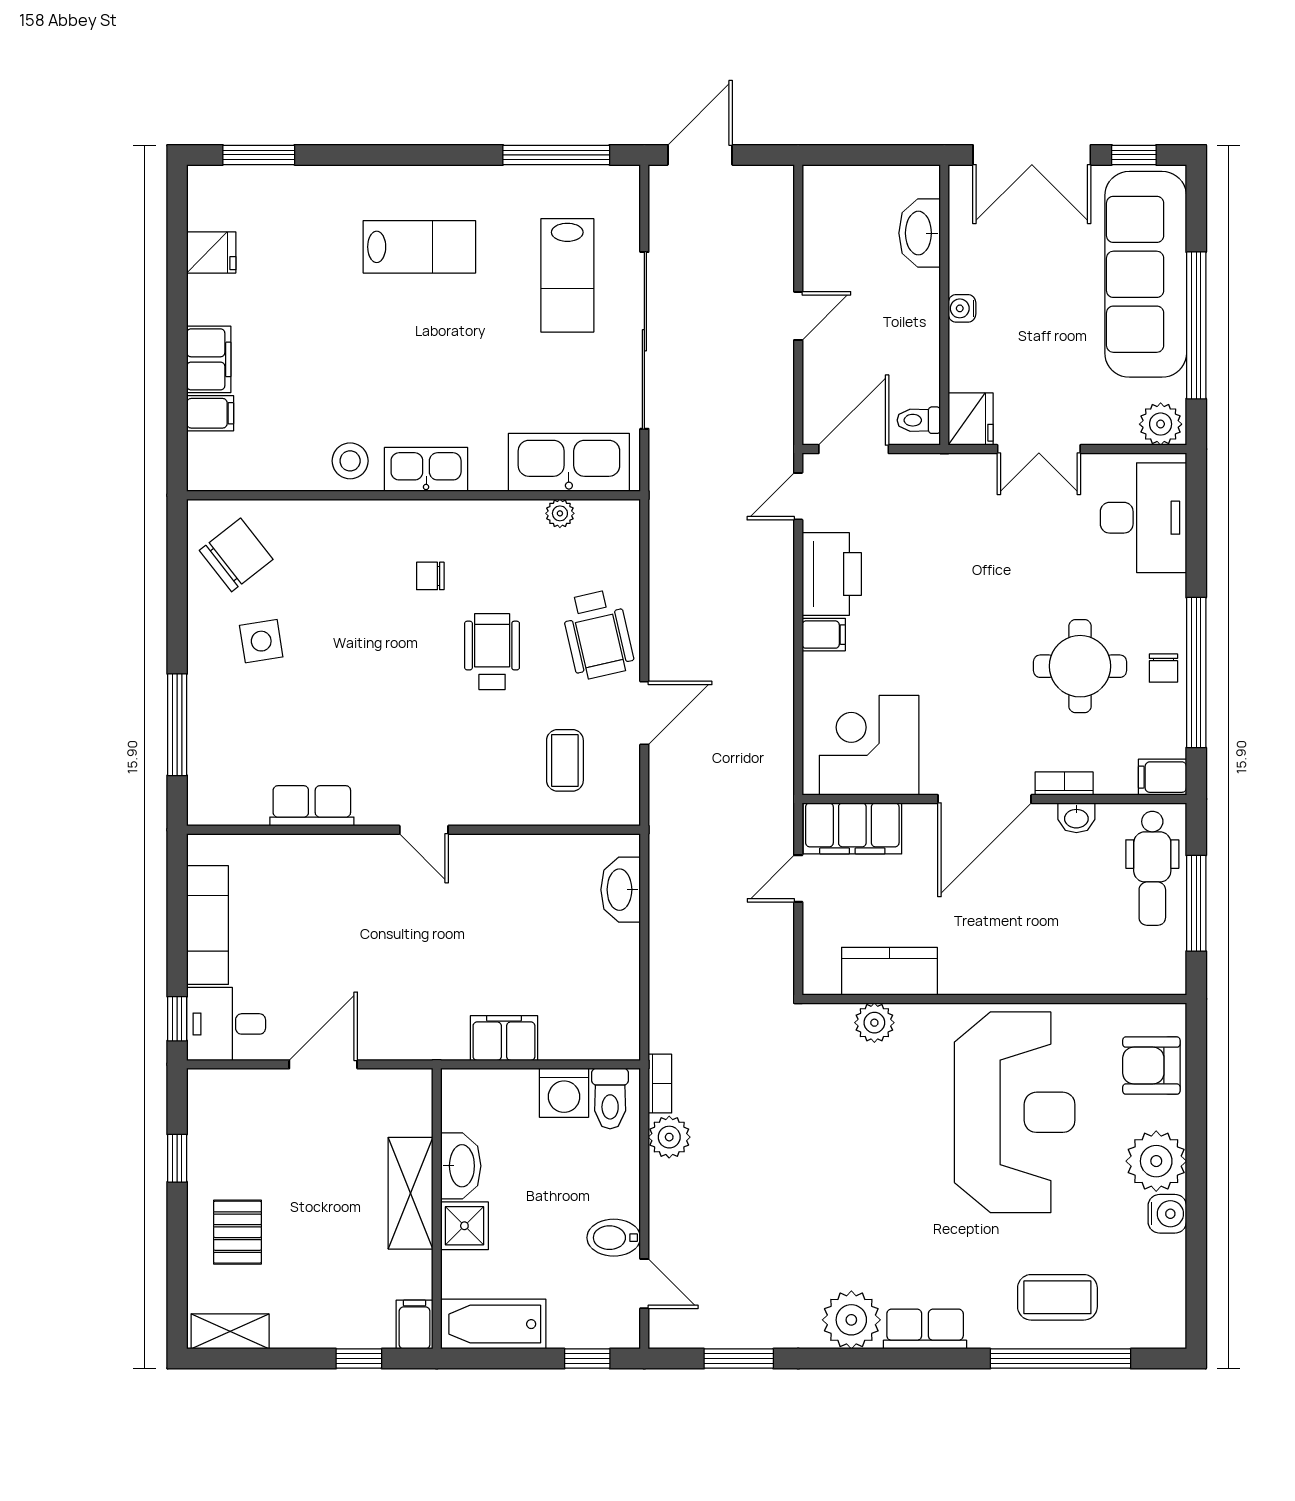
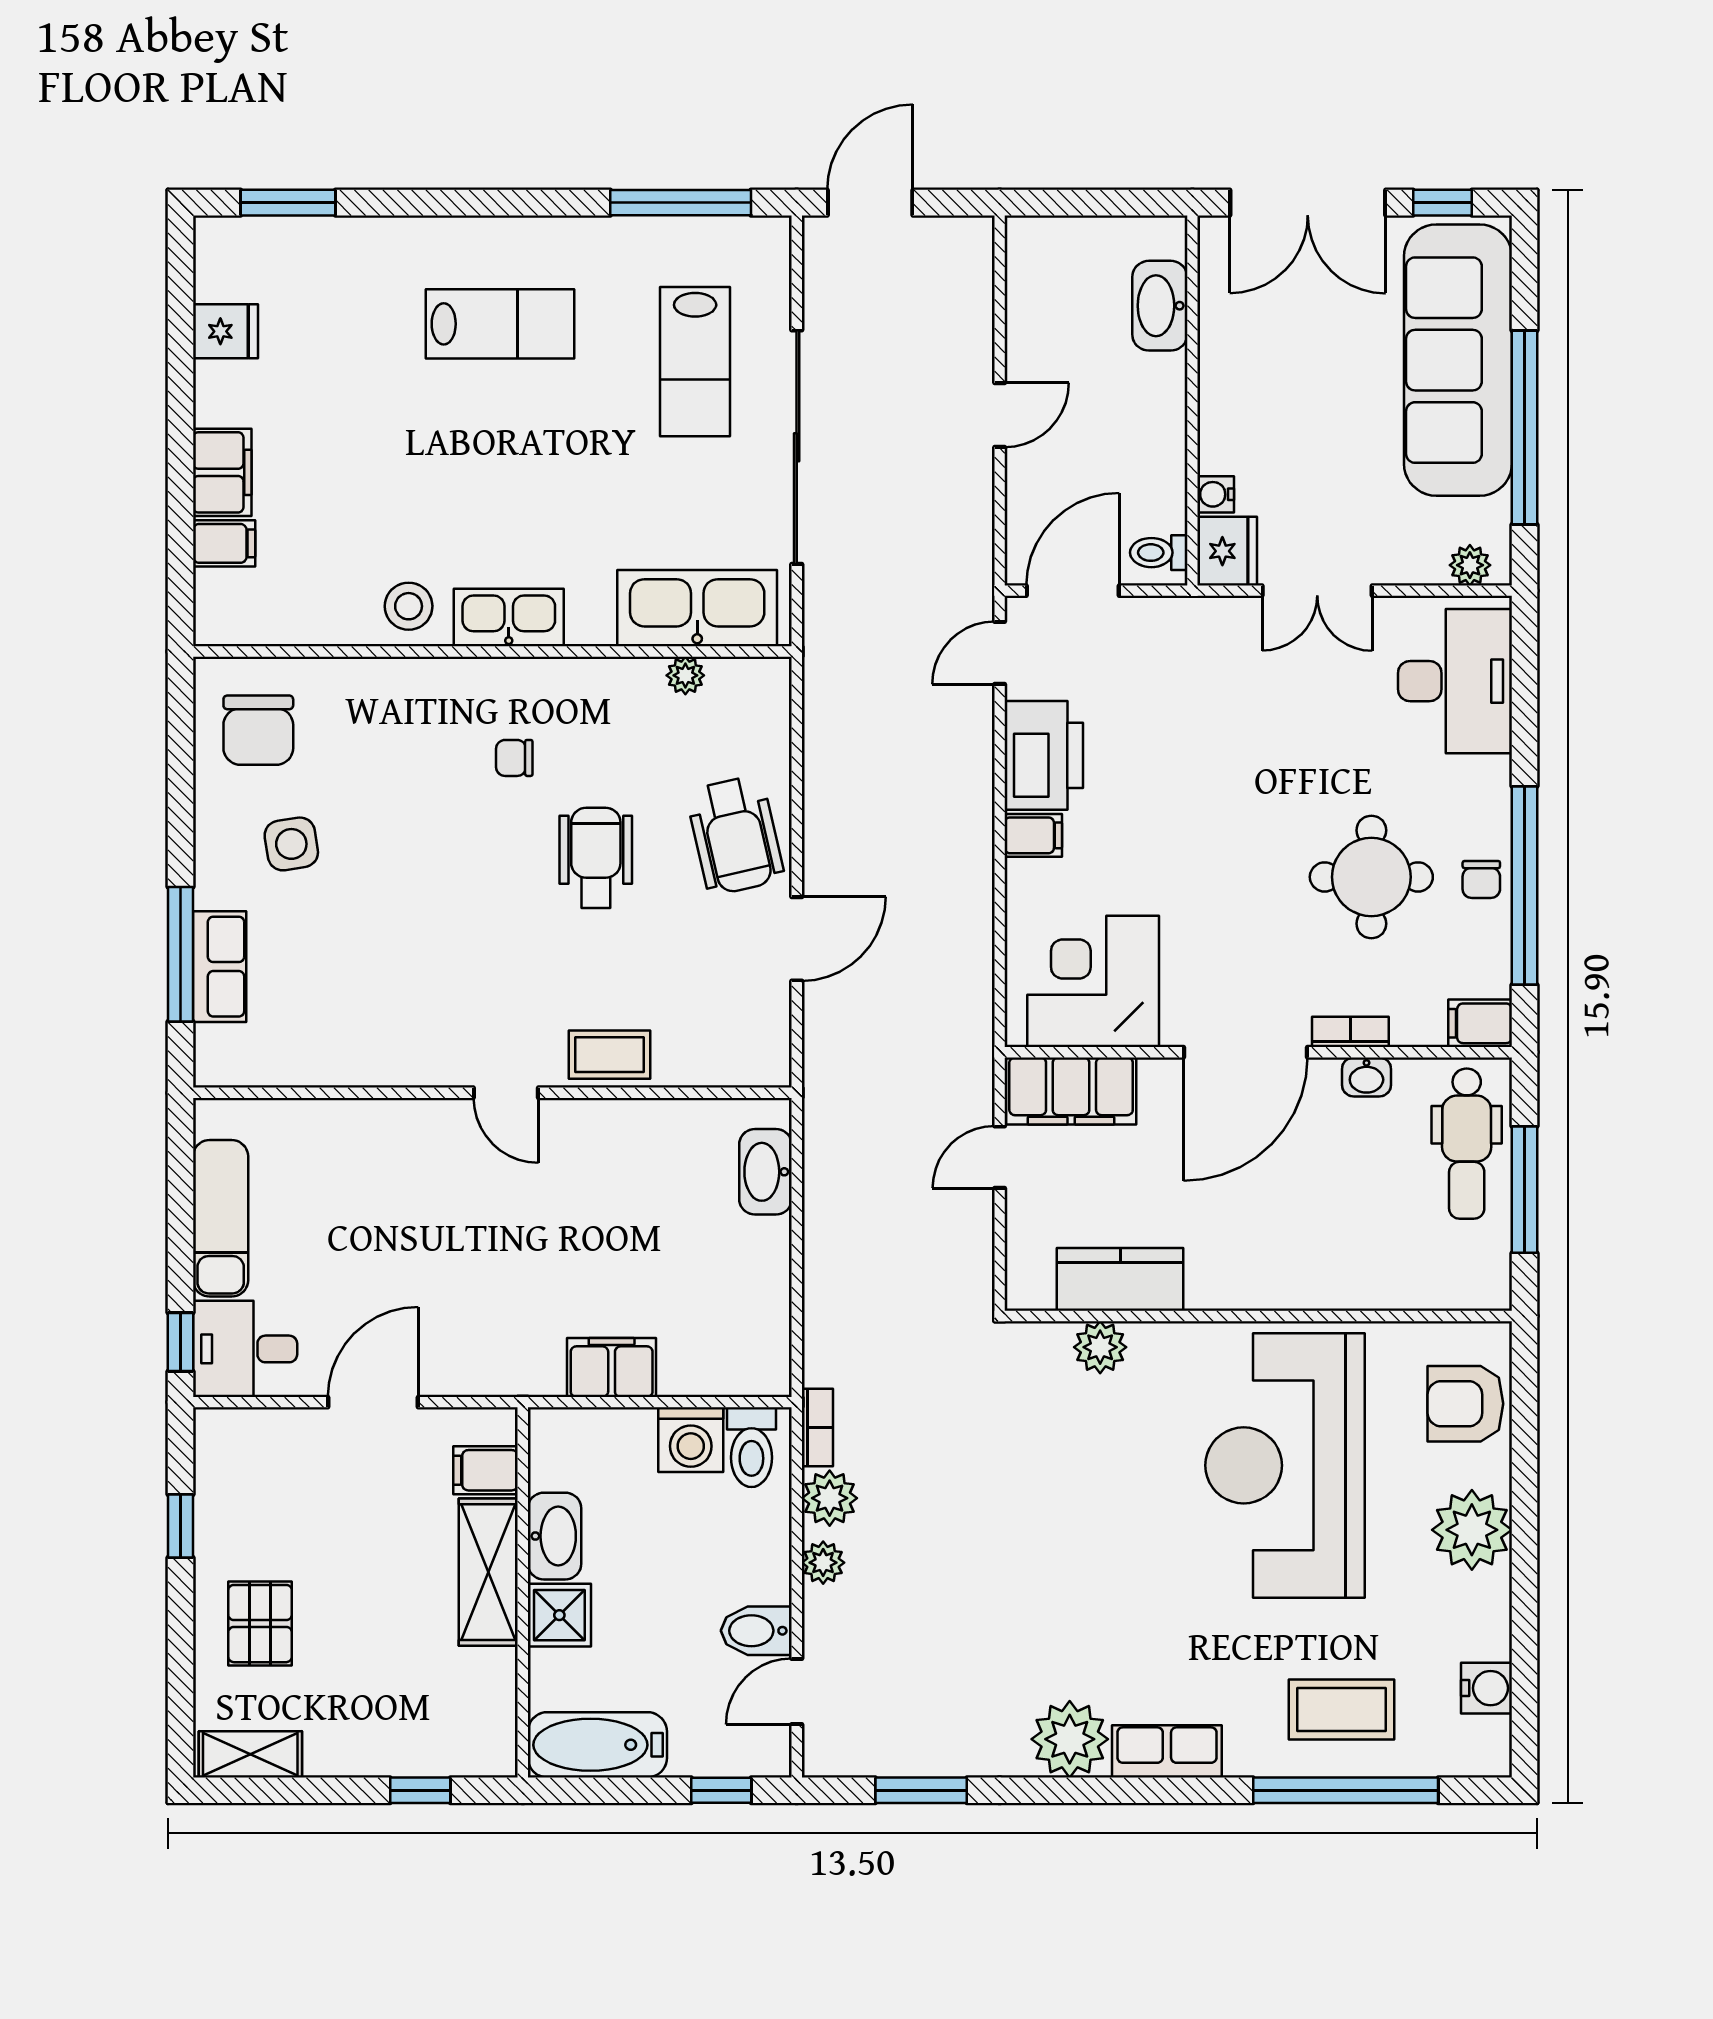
water cooler: (962, 308) -> (1216, 494), moved
plant: (1161, 424) -> (1470, 565), width x0.73, depth x0.73
chair: (236, 555) -> (258, 730), turned 128
coffee table: (565, 760) -> (610, 1055), moved, turned 90
row of seats: (312, 806) -> (220, 967), moved, turned 90
reception desk: (1015, 1112) -> (1285, 1465), turned 180
plant: (664, 1186) -> (823, 1563), added
water cooler: (1167, 1214) -> (1486, 1688), moved
door: (644, 1284) -> (797, 1691), swing flipped
filing cabinet: (415, 1324) -> (486, 1470), moved, turned -90

